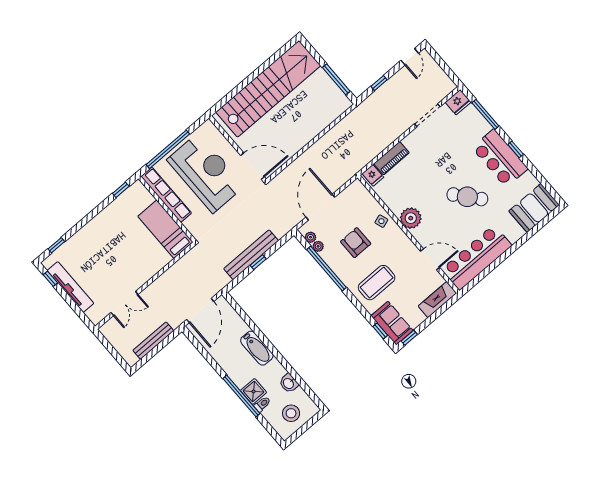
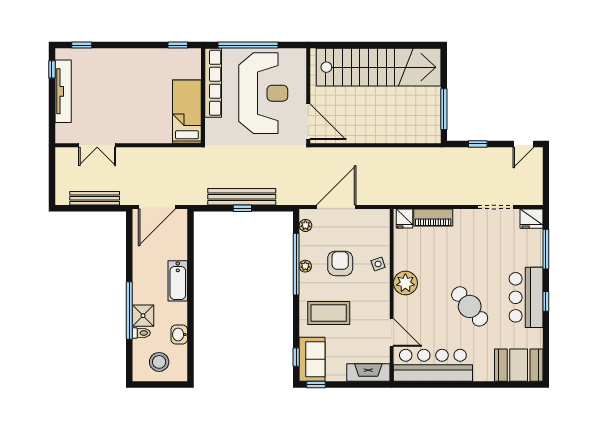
plant: (318, 246) -> (305, 266), moved

